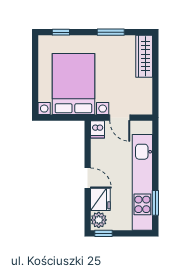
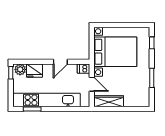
wardrobe: (144, 56) -> (109, 101), moved
door: (120, 118) -> (92, 84), swing flipped
door: (88, 178) -> (60, 62), moved

